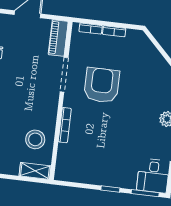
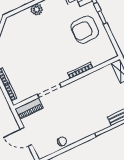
armchair: (102, 85) -> (85, 30), moved
stool: (35, 139) -> (101, 83), removed

